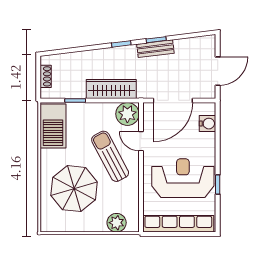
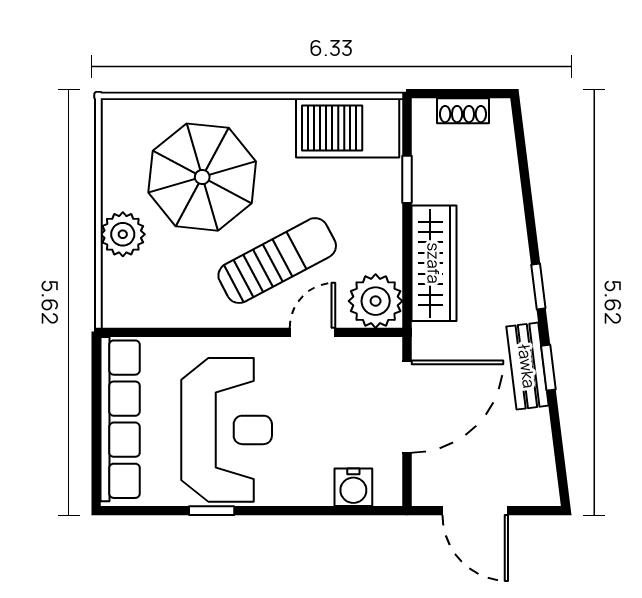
door: (173, 100) -> (407, 407), swing flipped
plant: (117, 223) -> (123, 234), moved

